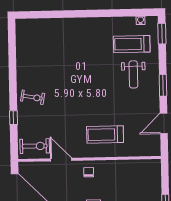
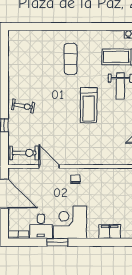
exercise mat: (81, 47) -> (71, 59), added
treadmill: (105, 135) -> (89, 105), moved, turned -90

